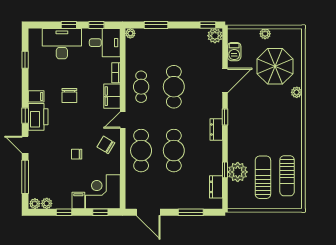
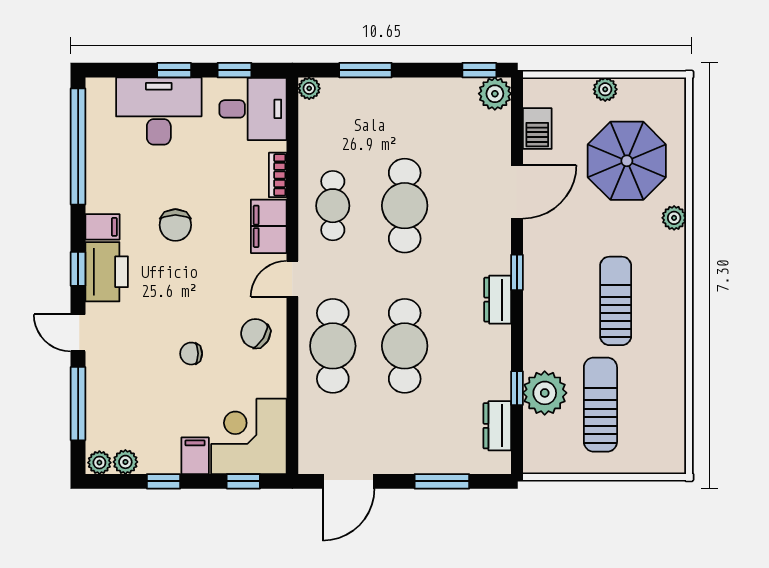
window: (25, 60) -> (78, 146), width x3.17
sun lounger: (287, 176) -> (616, 301), moved, turned 180
door: (148, 212) -> (349, 481), hinge flipped

